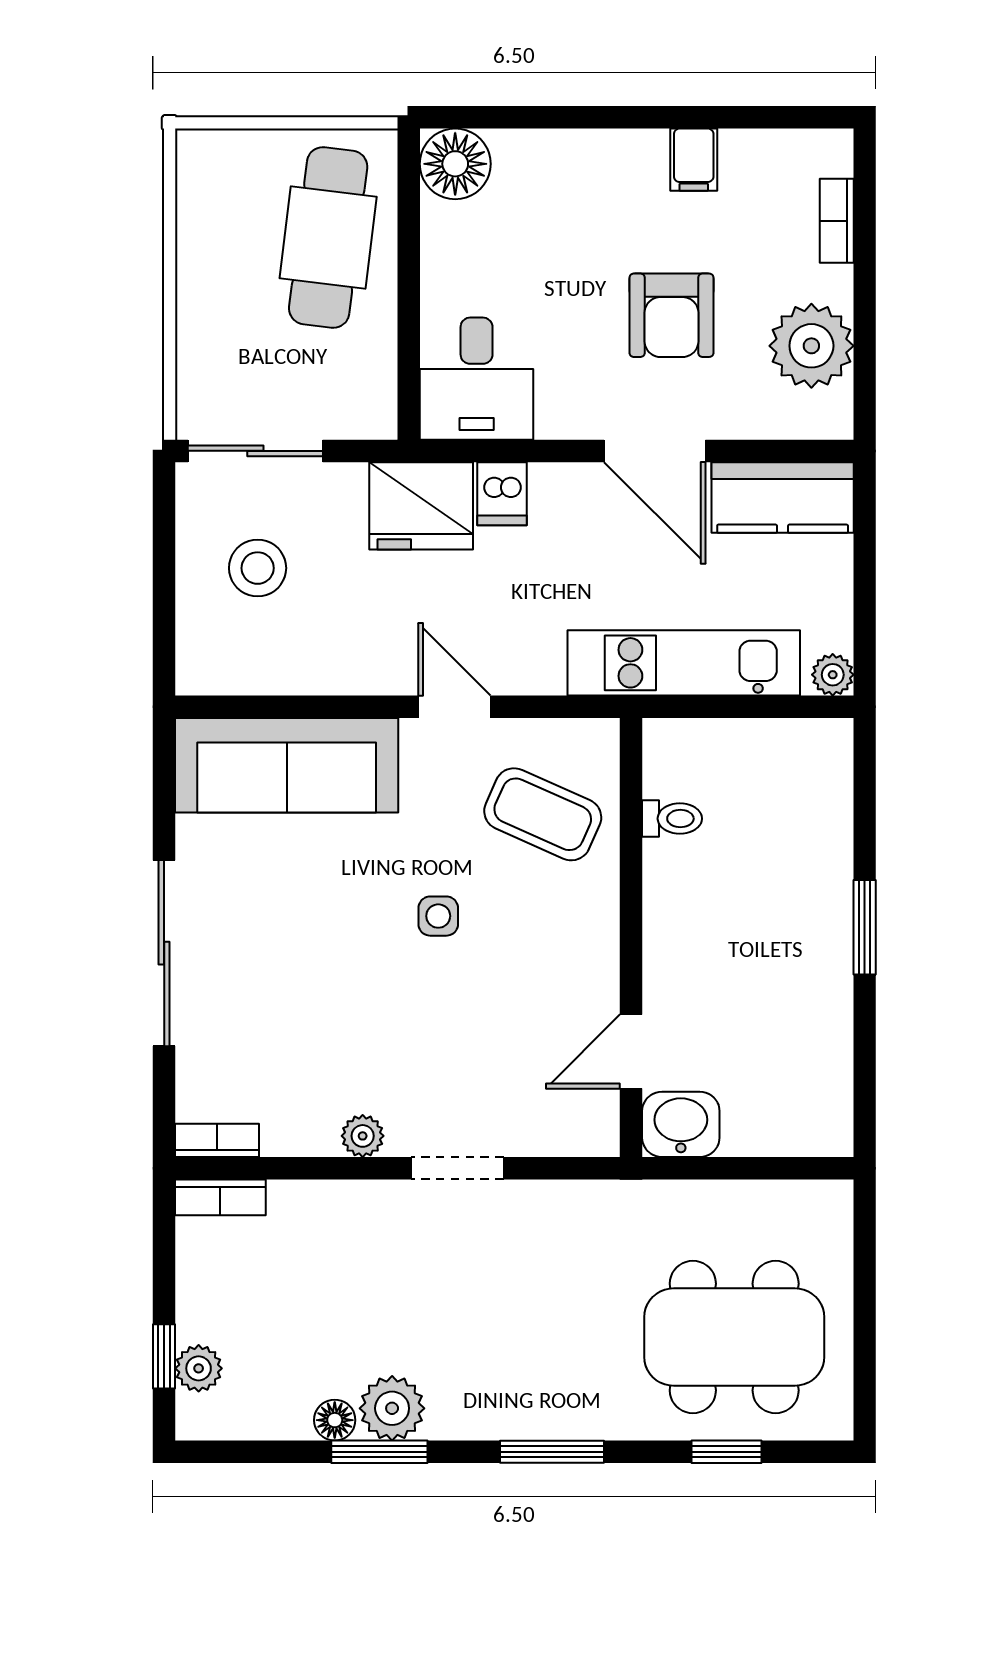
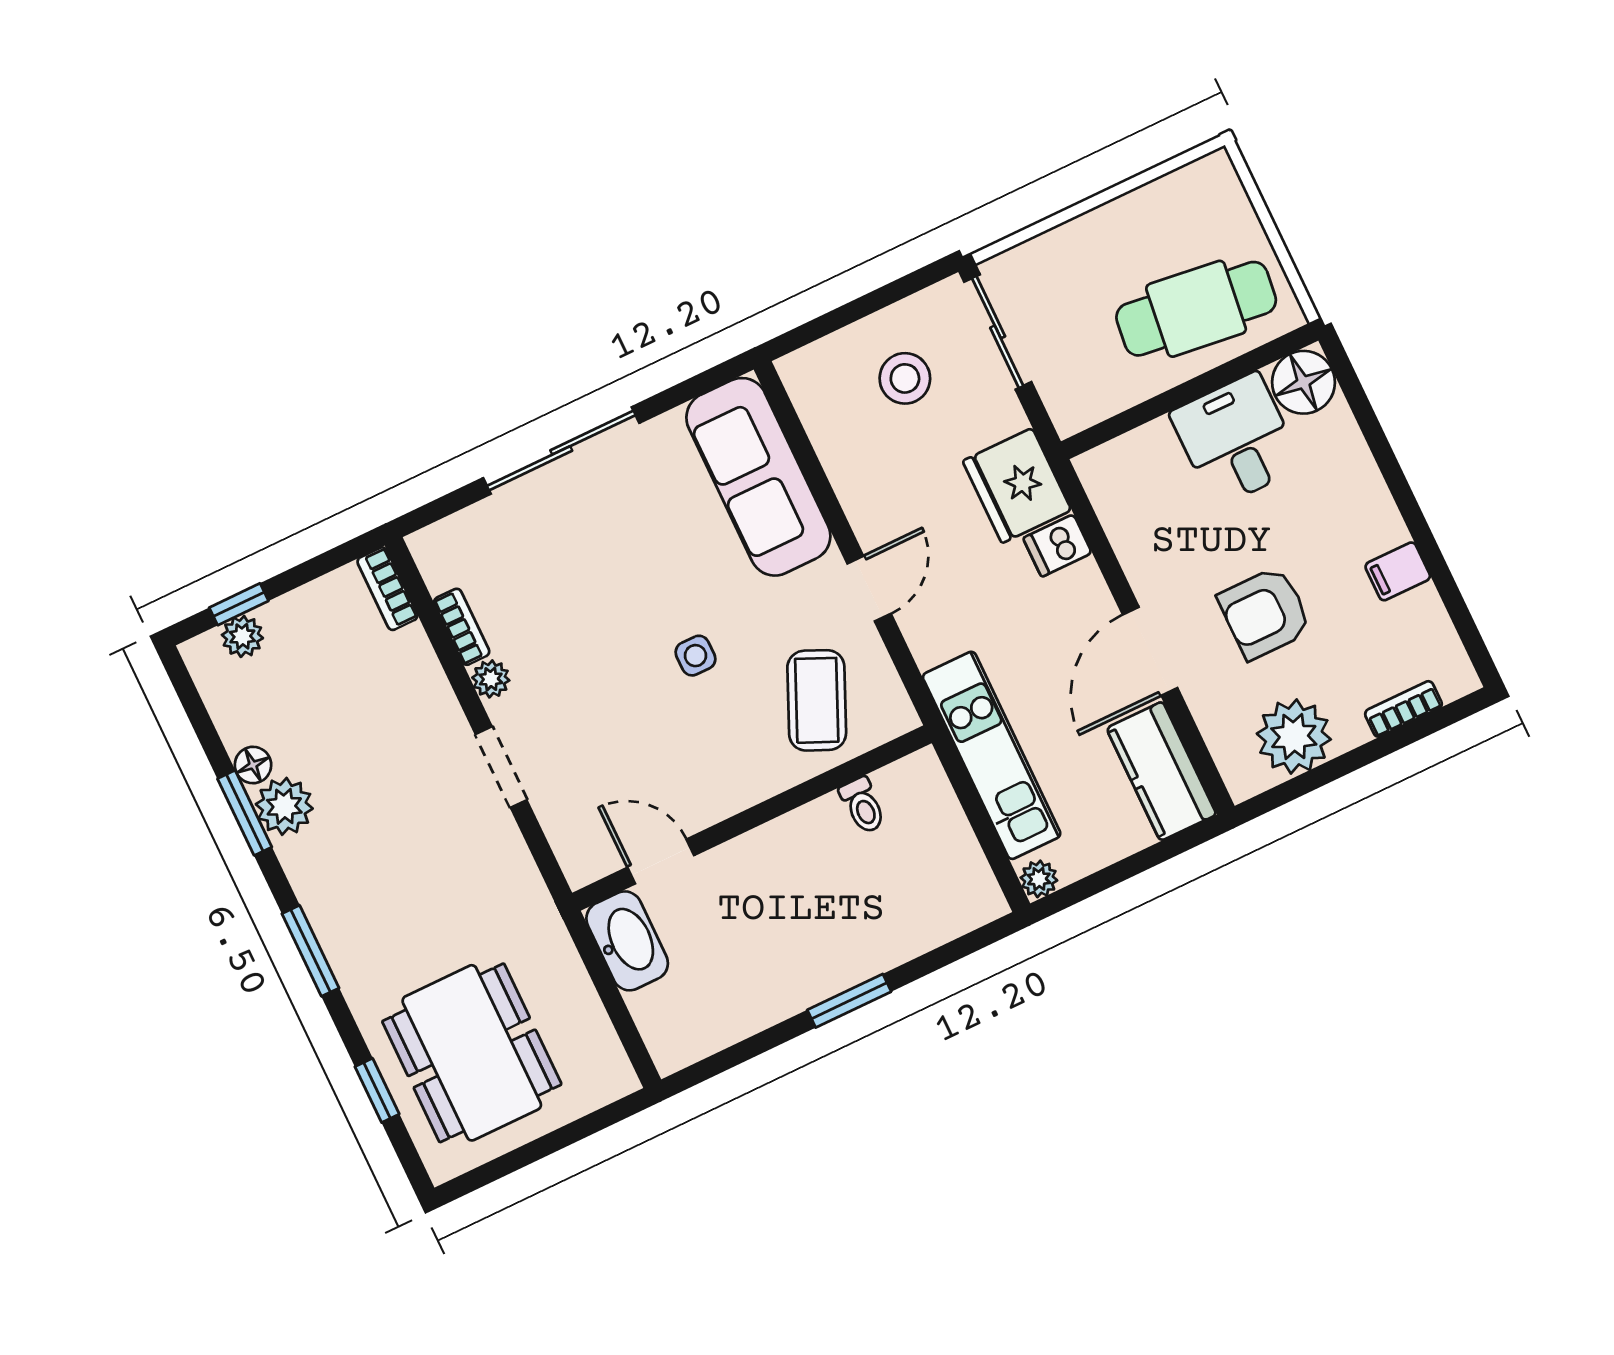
desk: (477, 379) -> (1236, 440), moved, turned 90
washbasin: (681, 1124) -> (627, 941), width x1.38
bookcase: (217, 1140) -> (462, 627), moved

